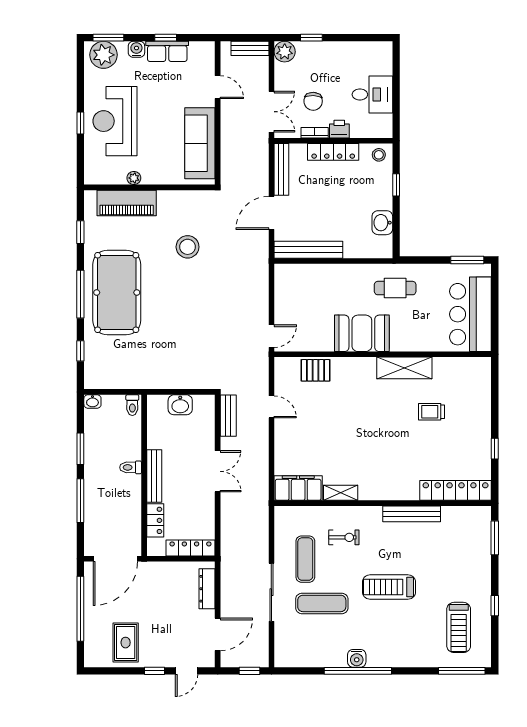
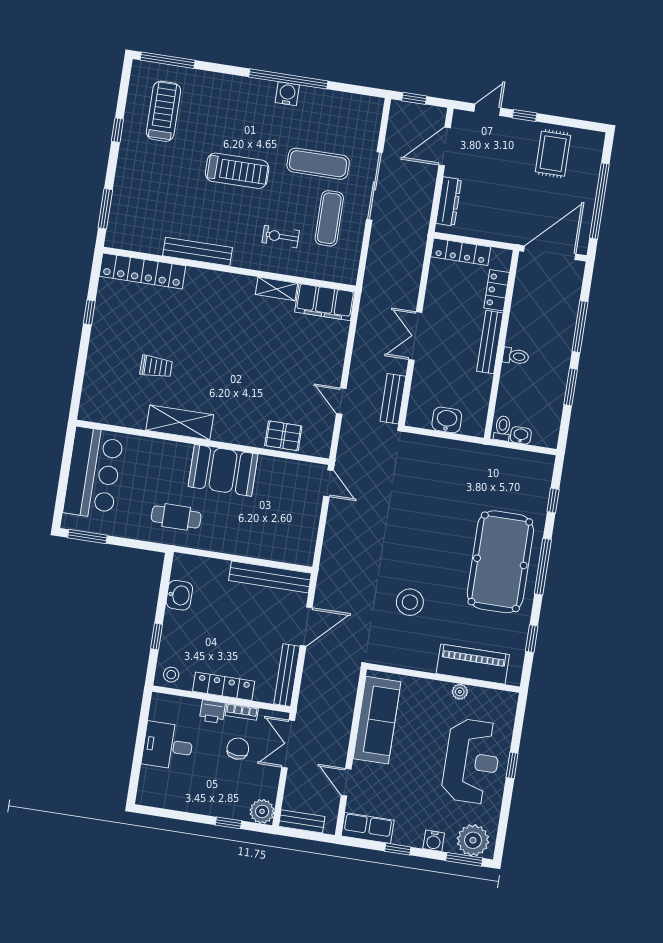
row of seats: (167, 51) -> (368, 828), moved
door: (271, 336) -> (328, 483), swing flipped
washbasin: (92, 401) -> (521, 435), moved

